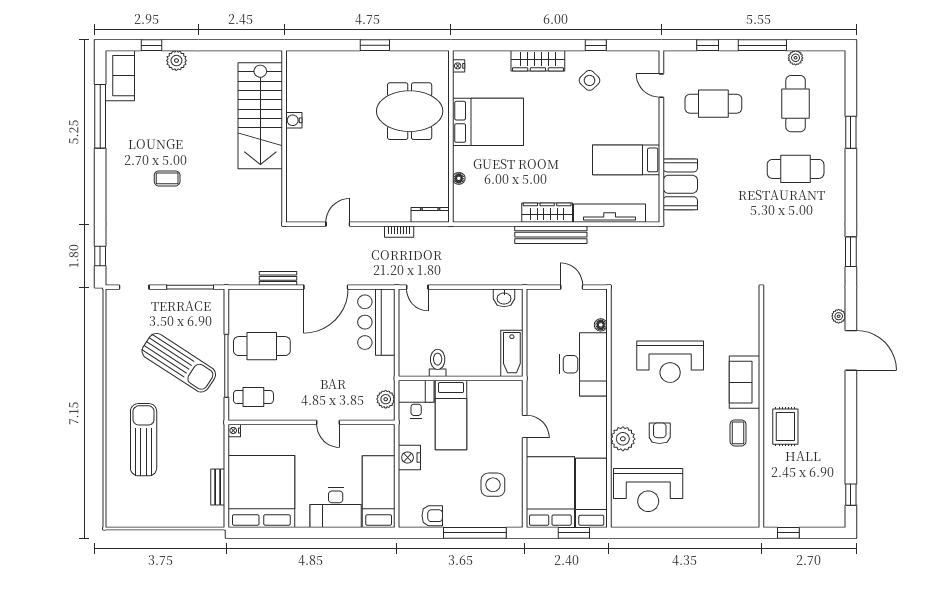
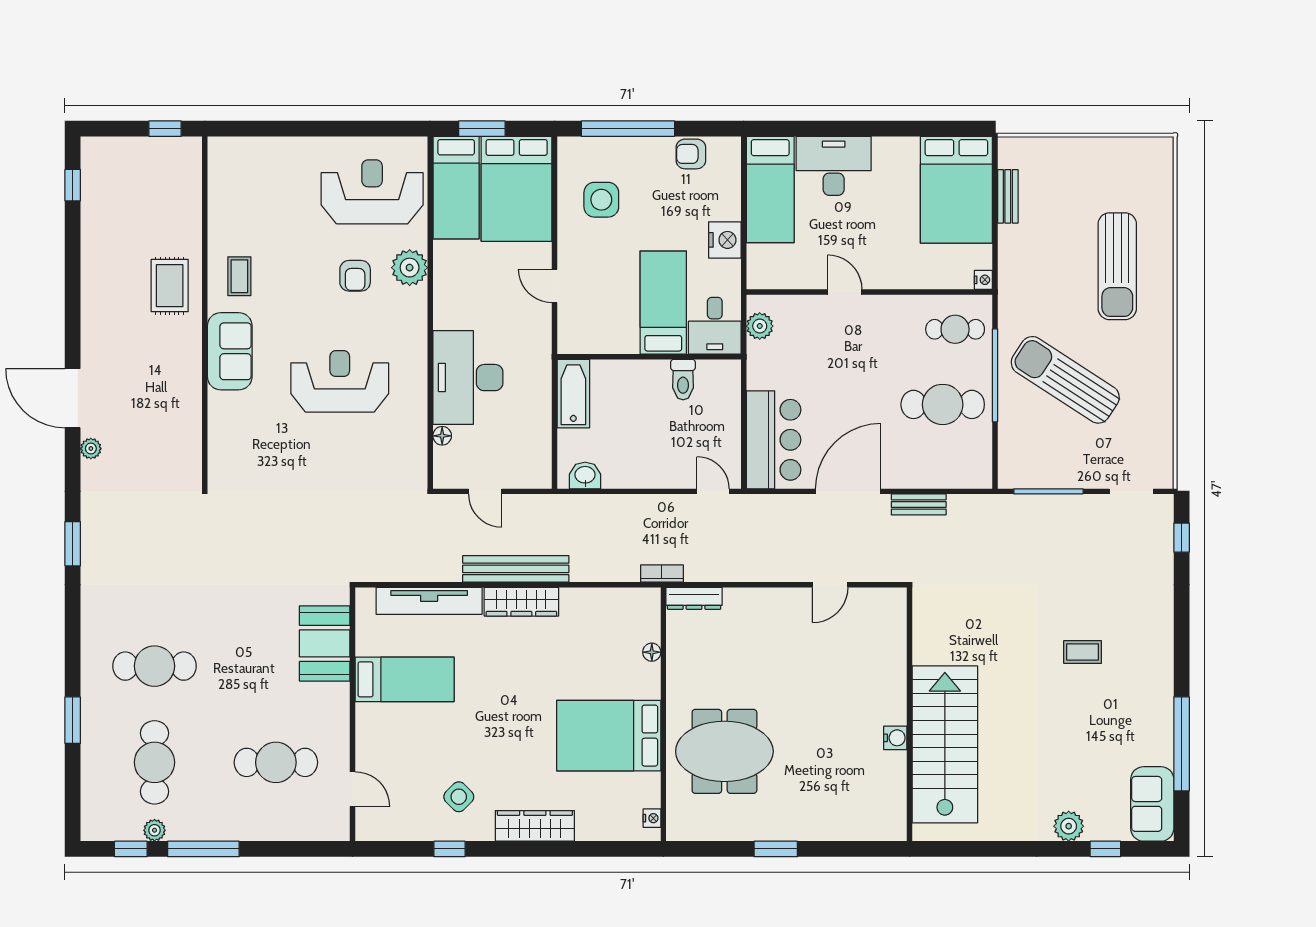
window: (708, 45) -> (131, 849), moved
bookcase: (399, 232) -> (662, 574), moved
bed: (261, 491) -> (956, 190), width x0.73

